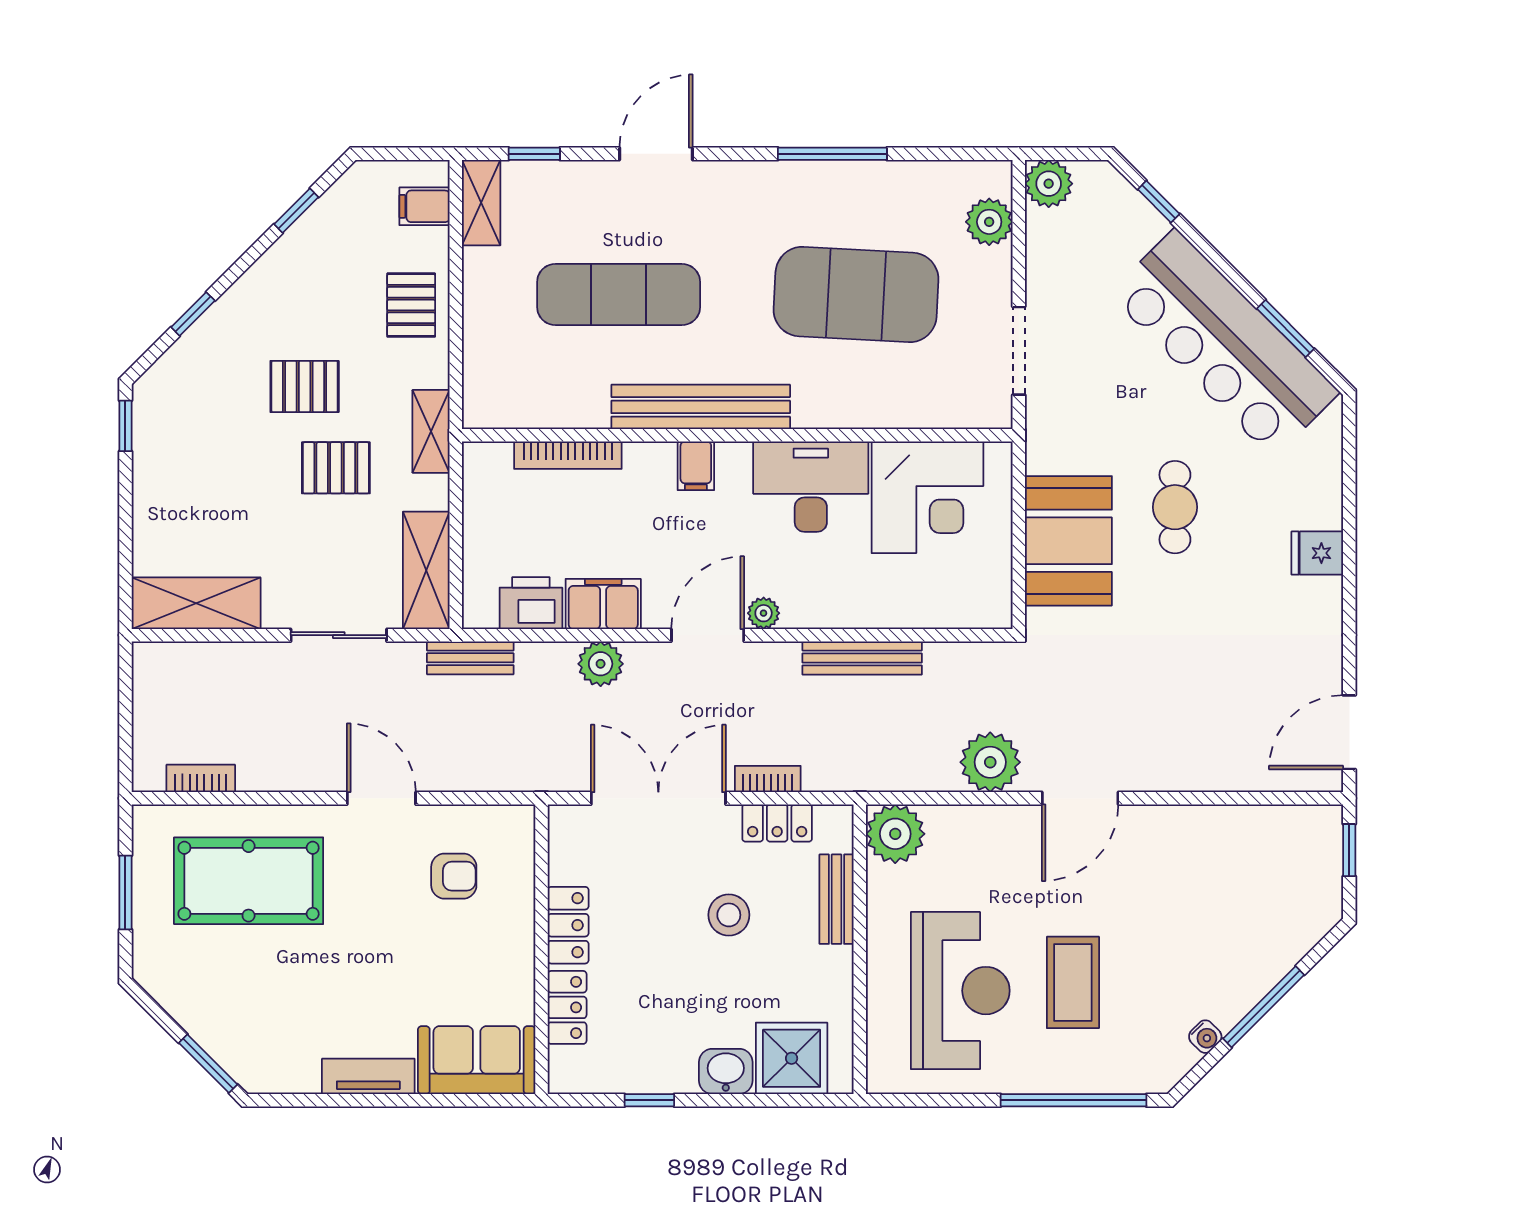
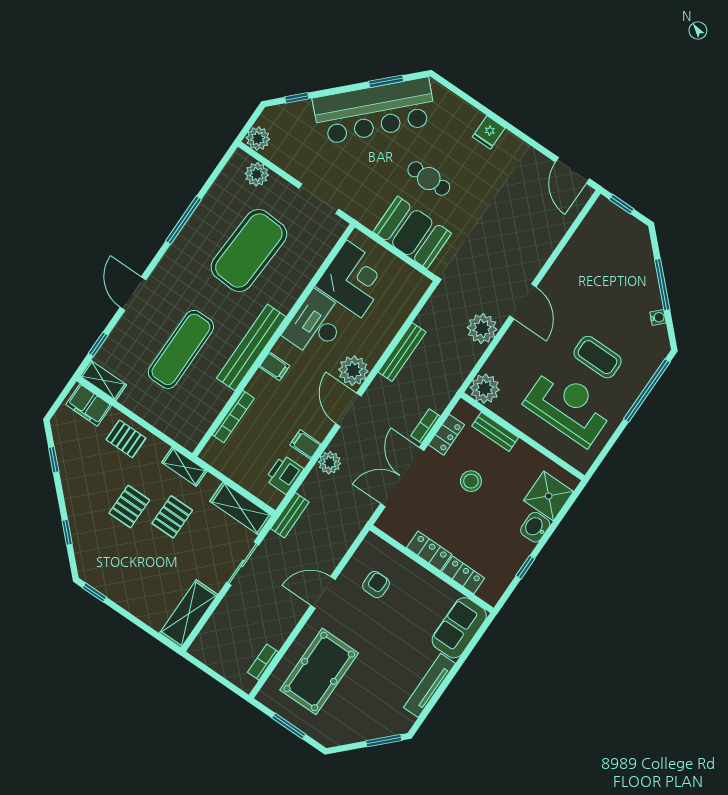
filing cabinet: (425, 206) -> (89, 405), width x2.00
filing cabinet: (603, 604) -> (305, 444), width x0.50
plant: (764, 613) -> (353, 371), width x1.88, depth x1.88
tv unit: (368, 1076) -> (430, 685), width x1.41

